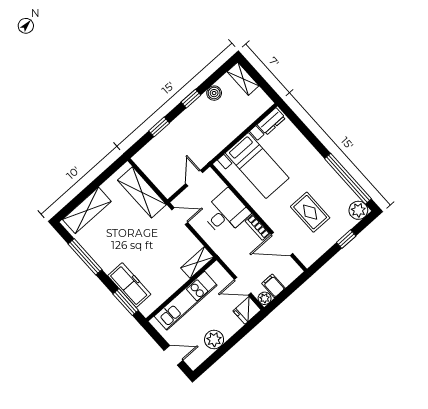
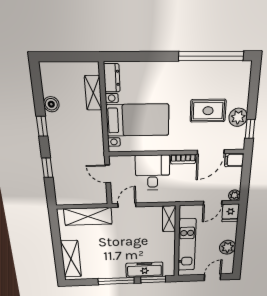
shelving: (243, 79) -> (93, 93), moved, turned 90
plant: (358, 210) -> (238, 117), moved
window: (346, 239) -> (250, 129), moved
window: (85, 257) -> (116, 281), moved
filing cabinet: (273, 286) -> (234, 160), moved

